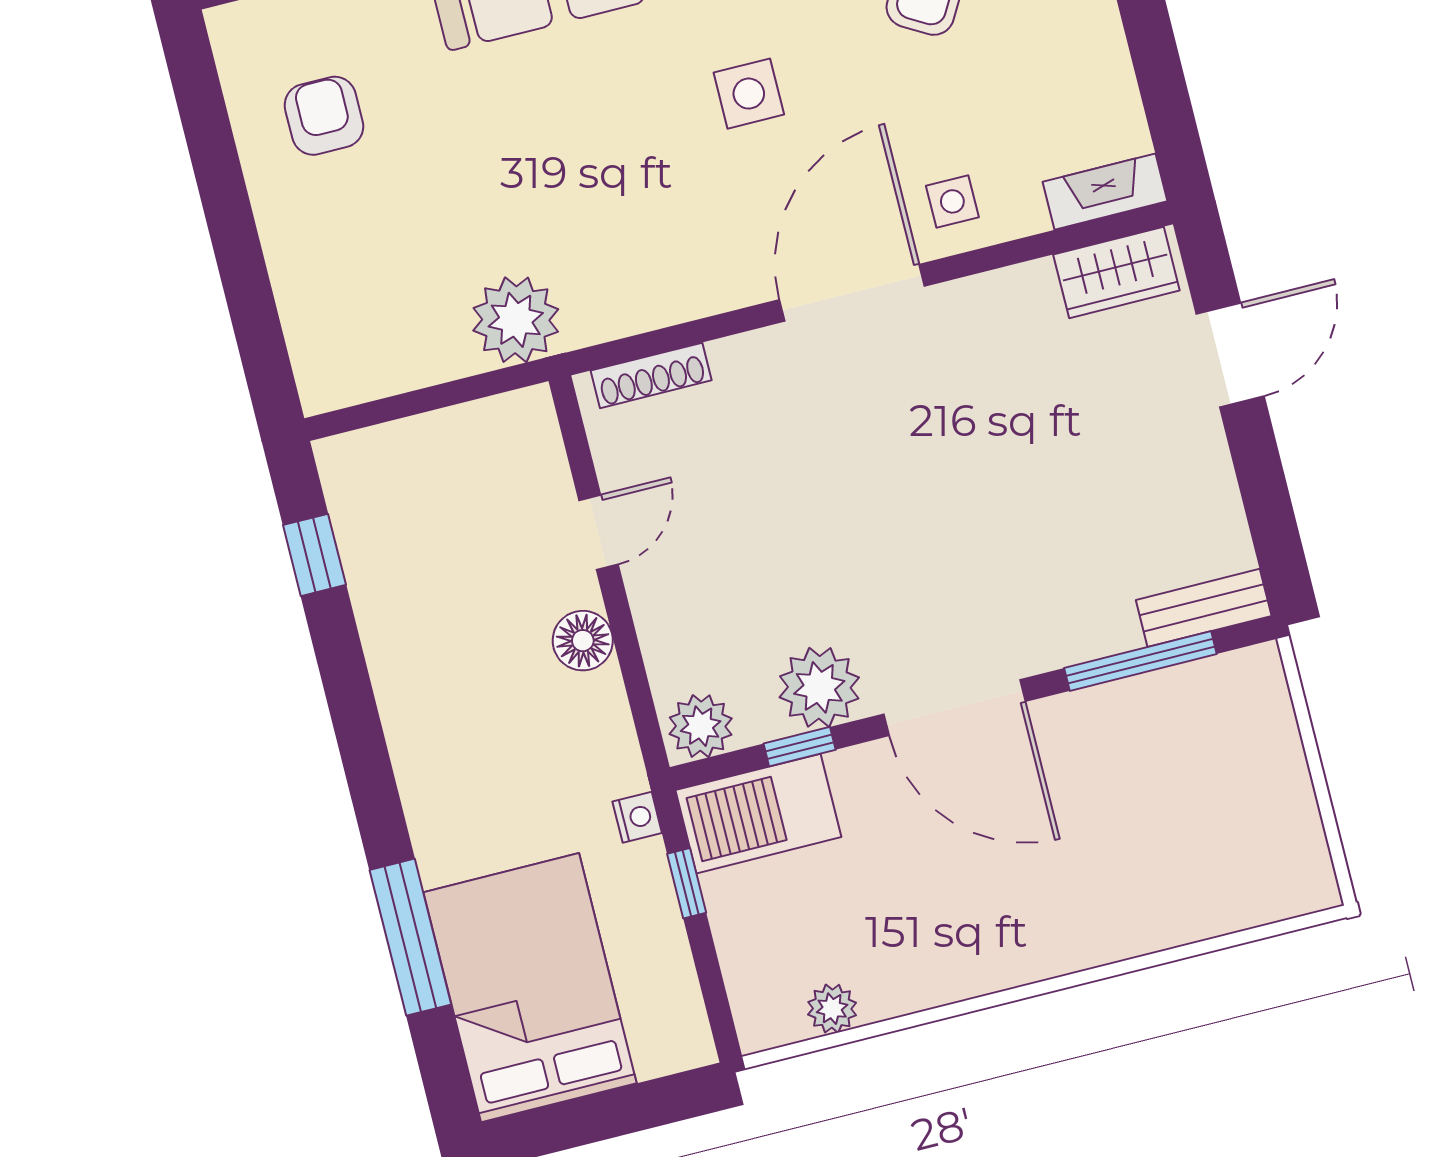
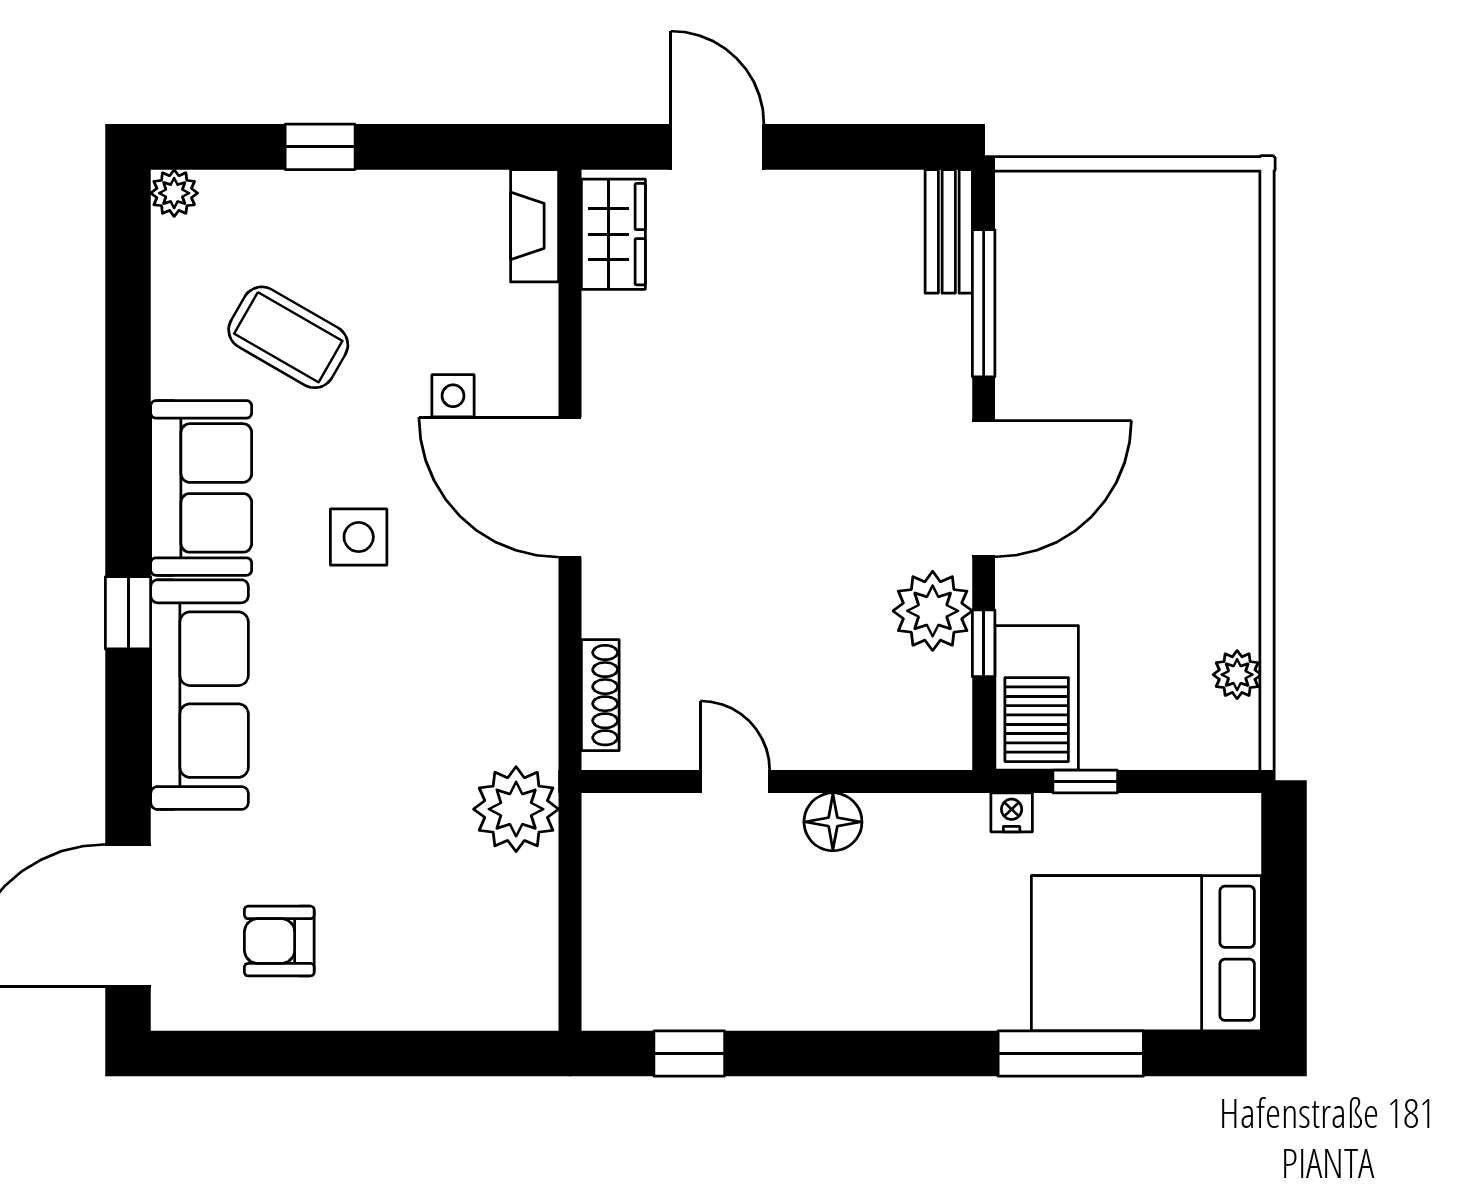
side table: (952, 201) -> (453, 396), moved
plant: (701, 726) -> (941, 731), removed

